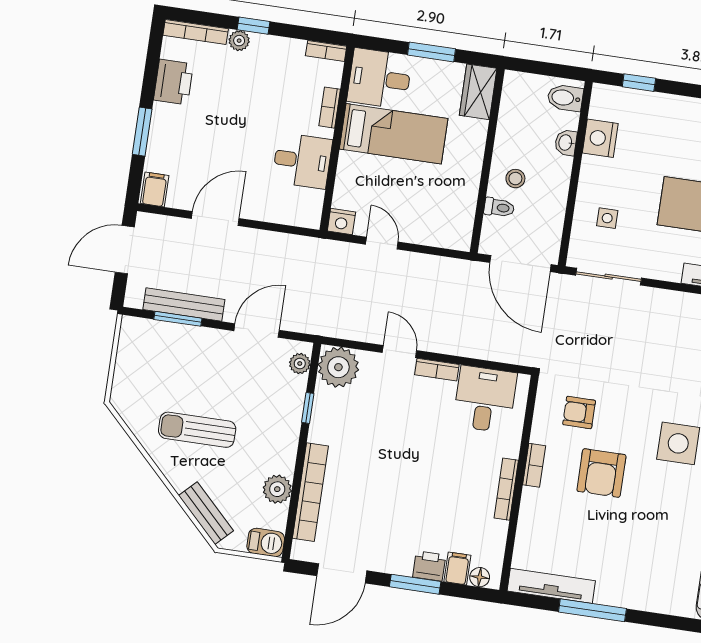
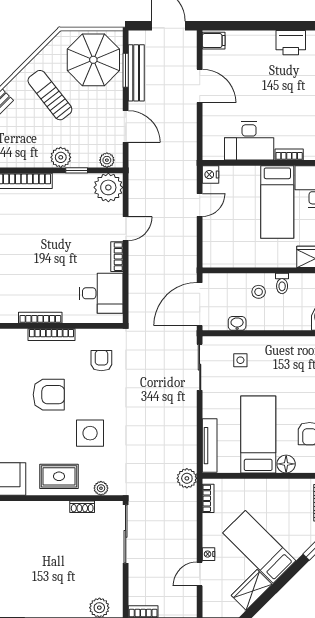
window: (142, 132) -> (253, 26), removed
nightstand: (600, 138) -> (296, 347), removed
washbasin: (566, 143) -> (237, 323), moved
desk: (302, 161) -> (249, 141), width x1.37
toilet: (499, 207) -> (282, 283), moved
parasol: (157, 362) -> (93, 60), added
sun lounger: (197, 430) -> (50, 95), turned -38
bookcase: (534, 465) -> (51, 335), width x1.56
armchair: (601, 473) -> (49, 395), moved, turned 180
plant: (277, 489) -> (61, 157), moved

